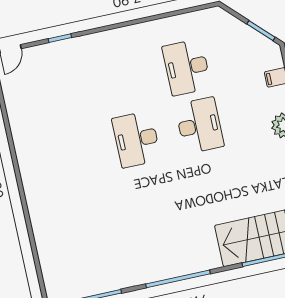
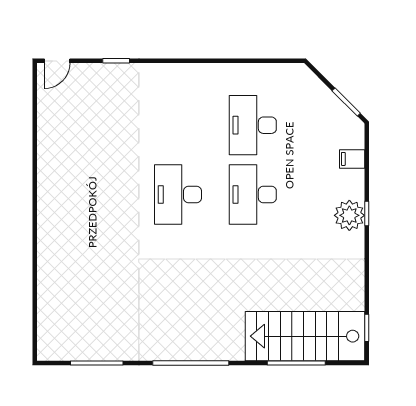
desk: (199, 126) -> (253, 194), turned 180

